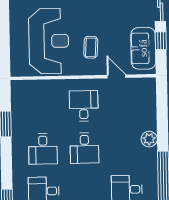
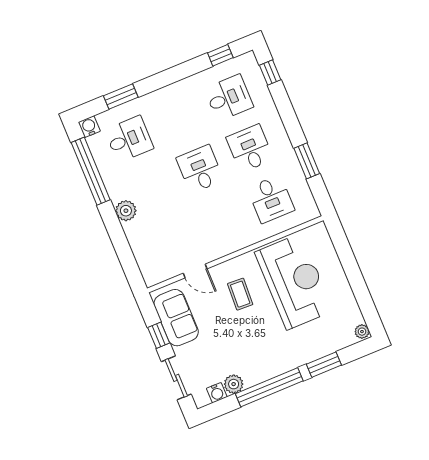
reception desk: (49, 41) -> (294, 282), turned 180
desk: (84, 106) -> (271, 199), moved

